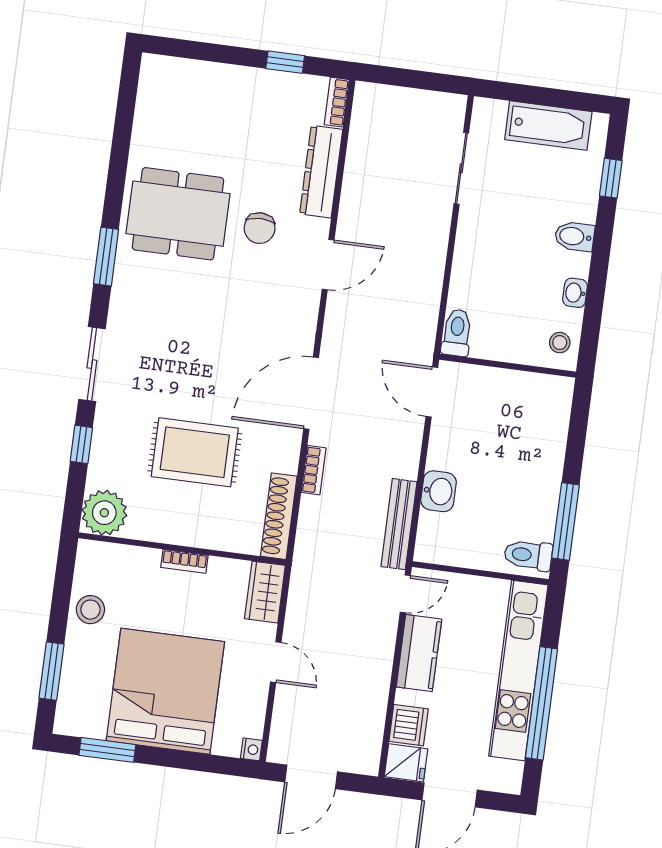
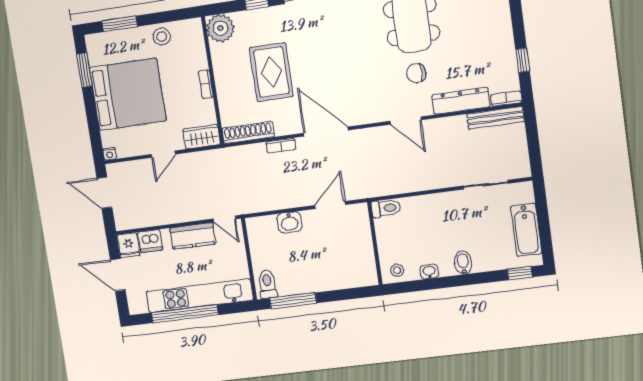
window: (611, 178) -> (520, 273), moved
door: (432, 392) -> (330, 205), moved
bench: (399, 524) -> (496, 118), moved

